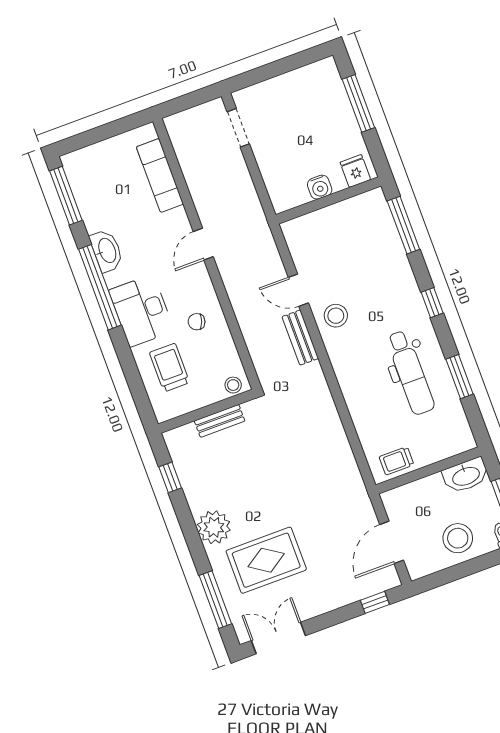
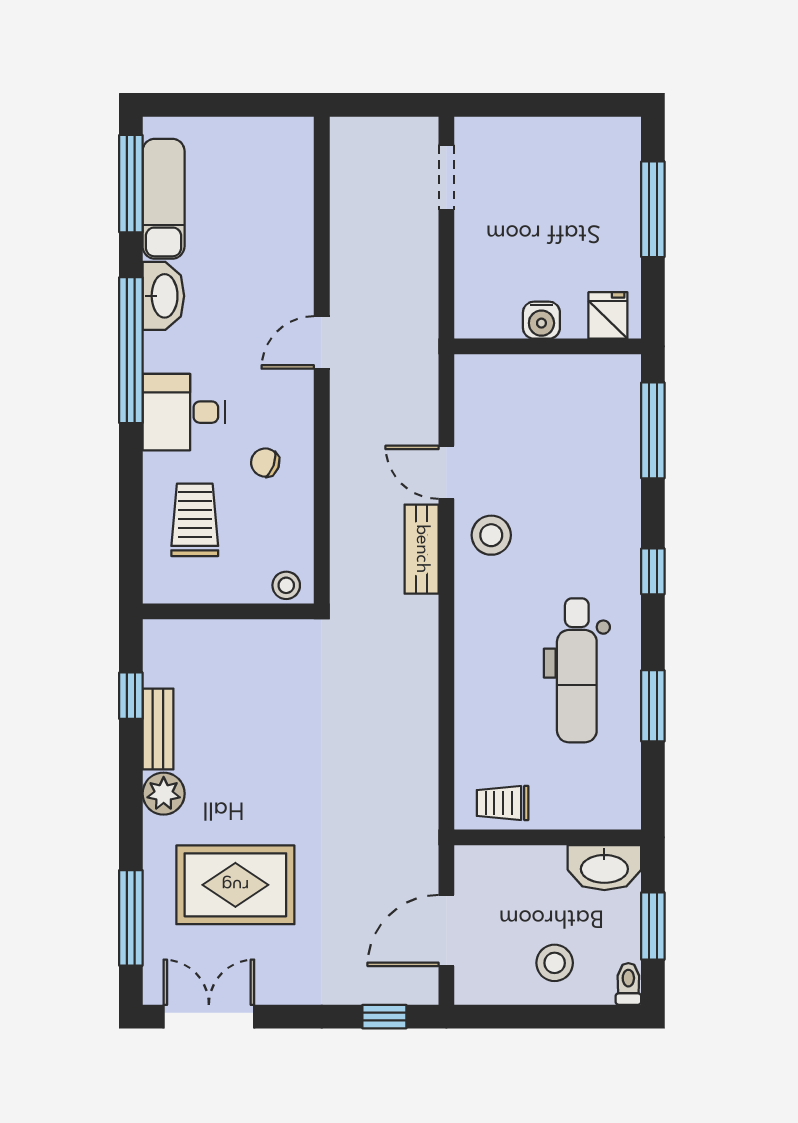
exam couch: (160, 175) -> (164, 199), moved, turned 180
desk: (141, 311) -> (184, 412), width x0.73
bench: (220, 421) -> (158, 729), moved, turned 90
plant: (214, 527) -> (164, 794), width x0.73, depth x0.73
stool: (458, 538) -> (555, 963), width x0.73, depth x0.73

